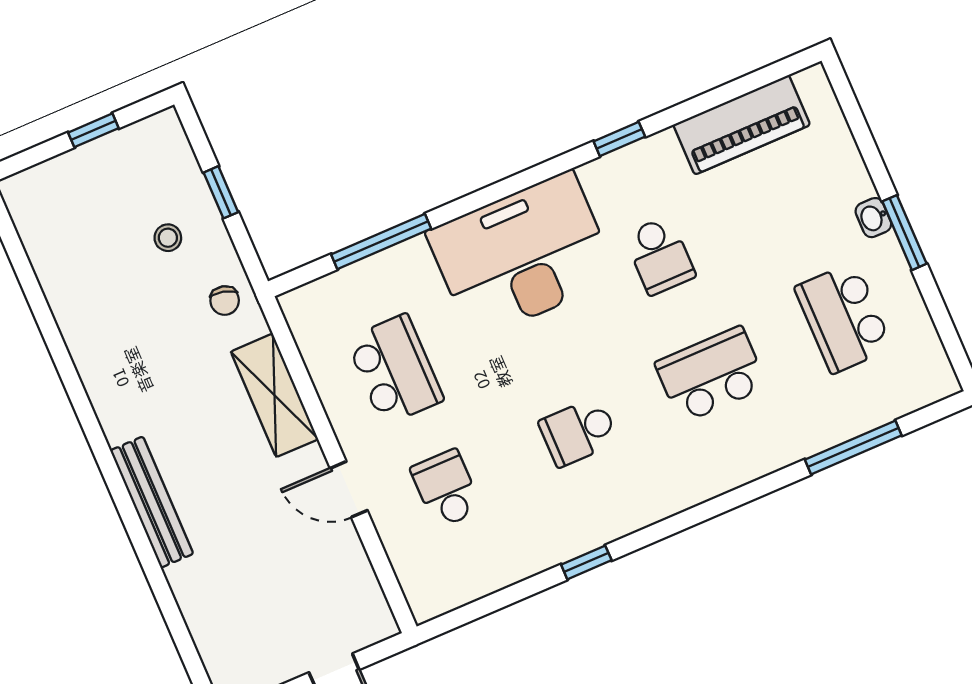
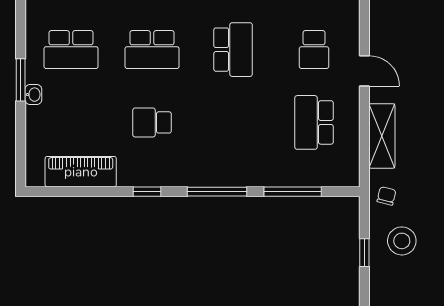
window: (505, 188) -> (217, 192), added
stool: (168, 238) -> (402, 241), width x1.89, depth x1.89
desk: (522, 255) -> (223, 153), removed
school desk: (660, 256) -> (152, 122), turned -90
school desk: (844, 318) -> (71, 50), turned 90
school desk: (579, 432) -> (233, 50), width x1.85

